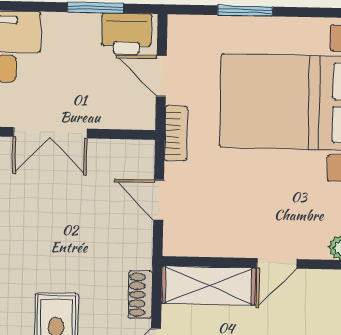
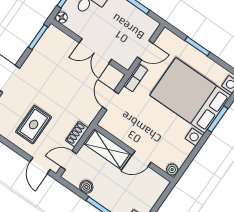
printer: (127, 34) -> (143, 23), removed
door: (161, 76) -> (145, 50), swing flipped
double door: (50, 133) -> (95, 51), moved

